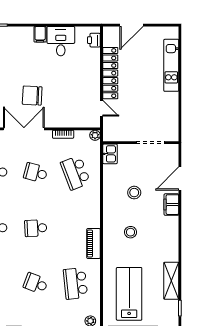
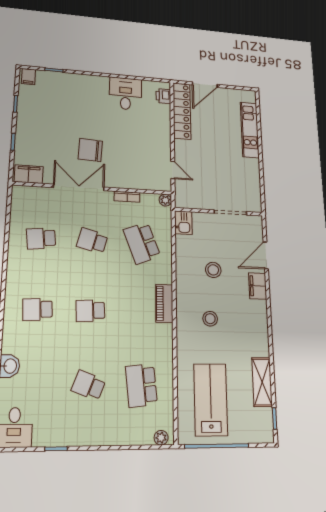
filing cabinet: (40, 34) -> (102, 84), removed
locker: (110, 73) -> (182, 111), moved
piano: (94, 244) -> (164, 303), moved

